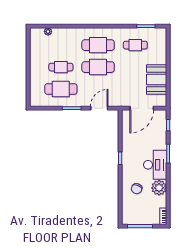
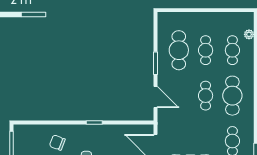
cafe table: (61, 45) -> (232, 50), added
cafe table: (98, 67) -> (206, 96), width x0.73, depth x0.74

